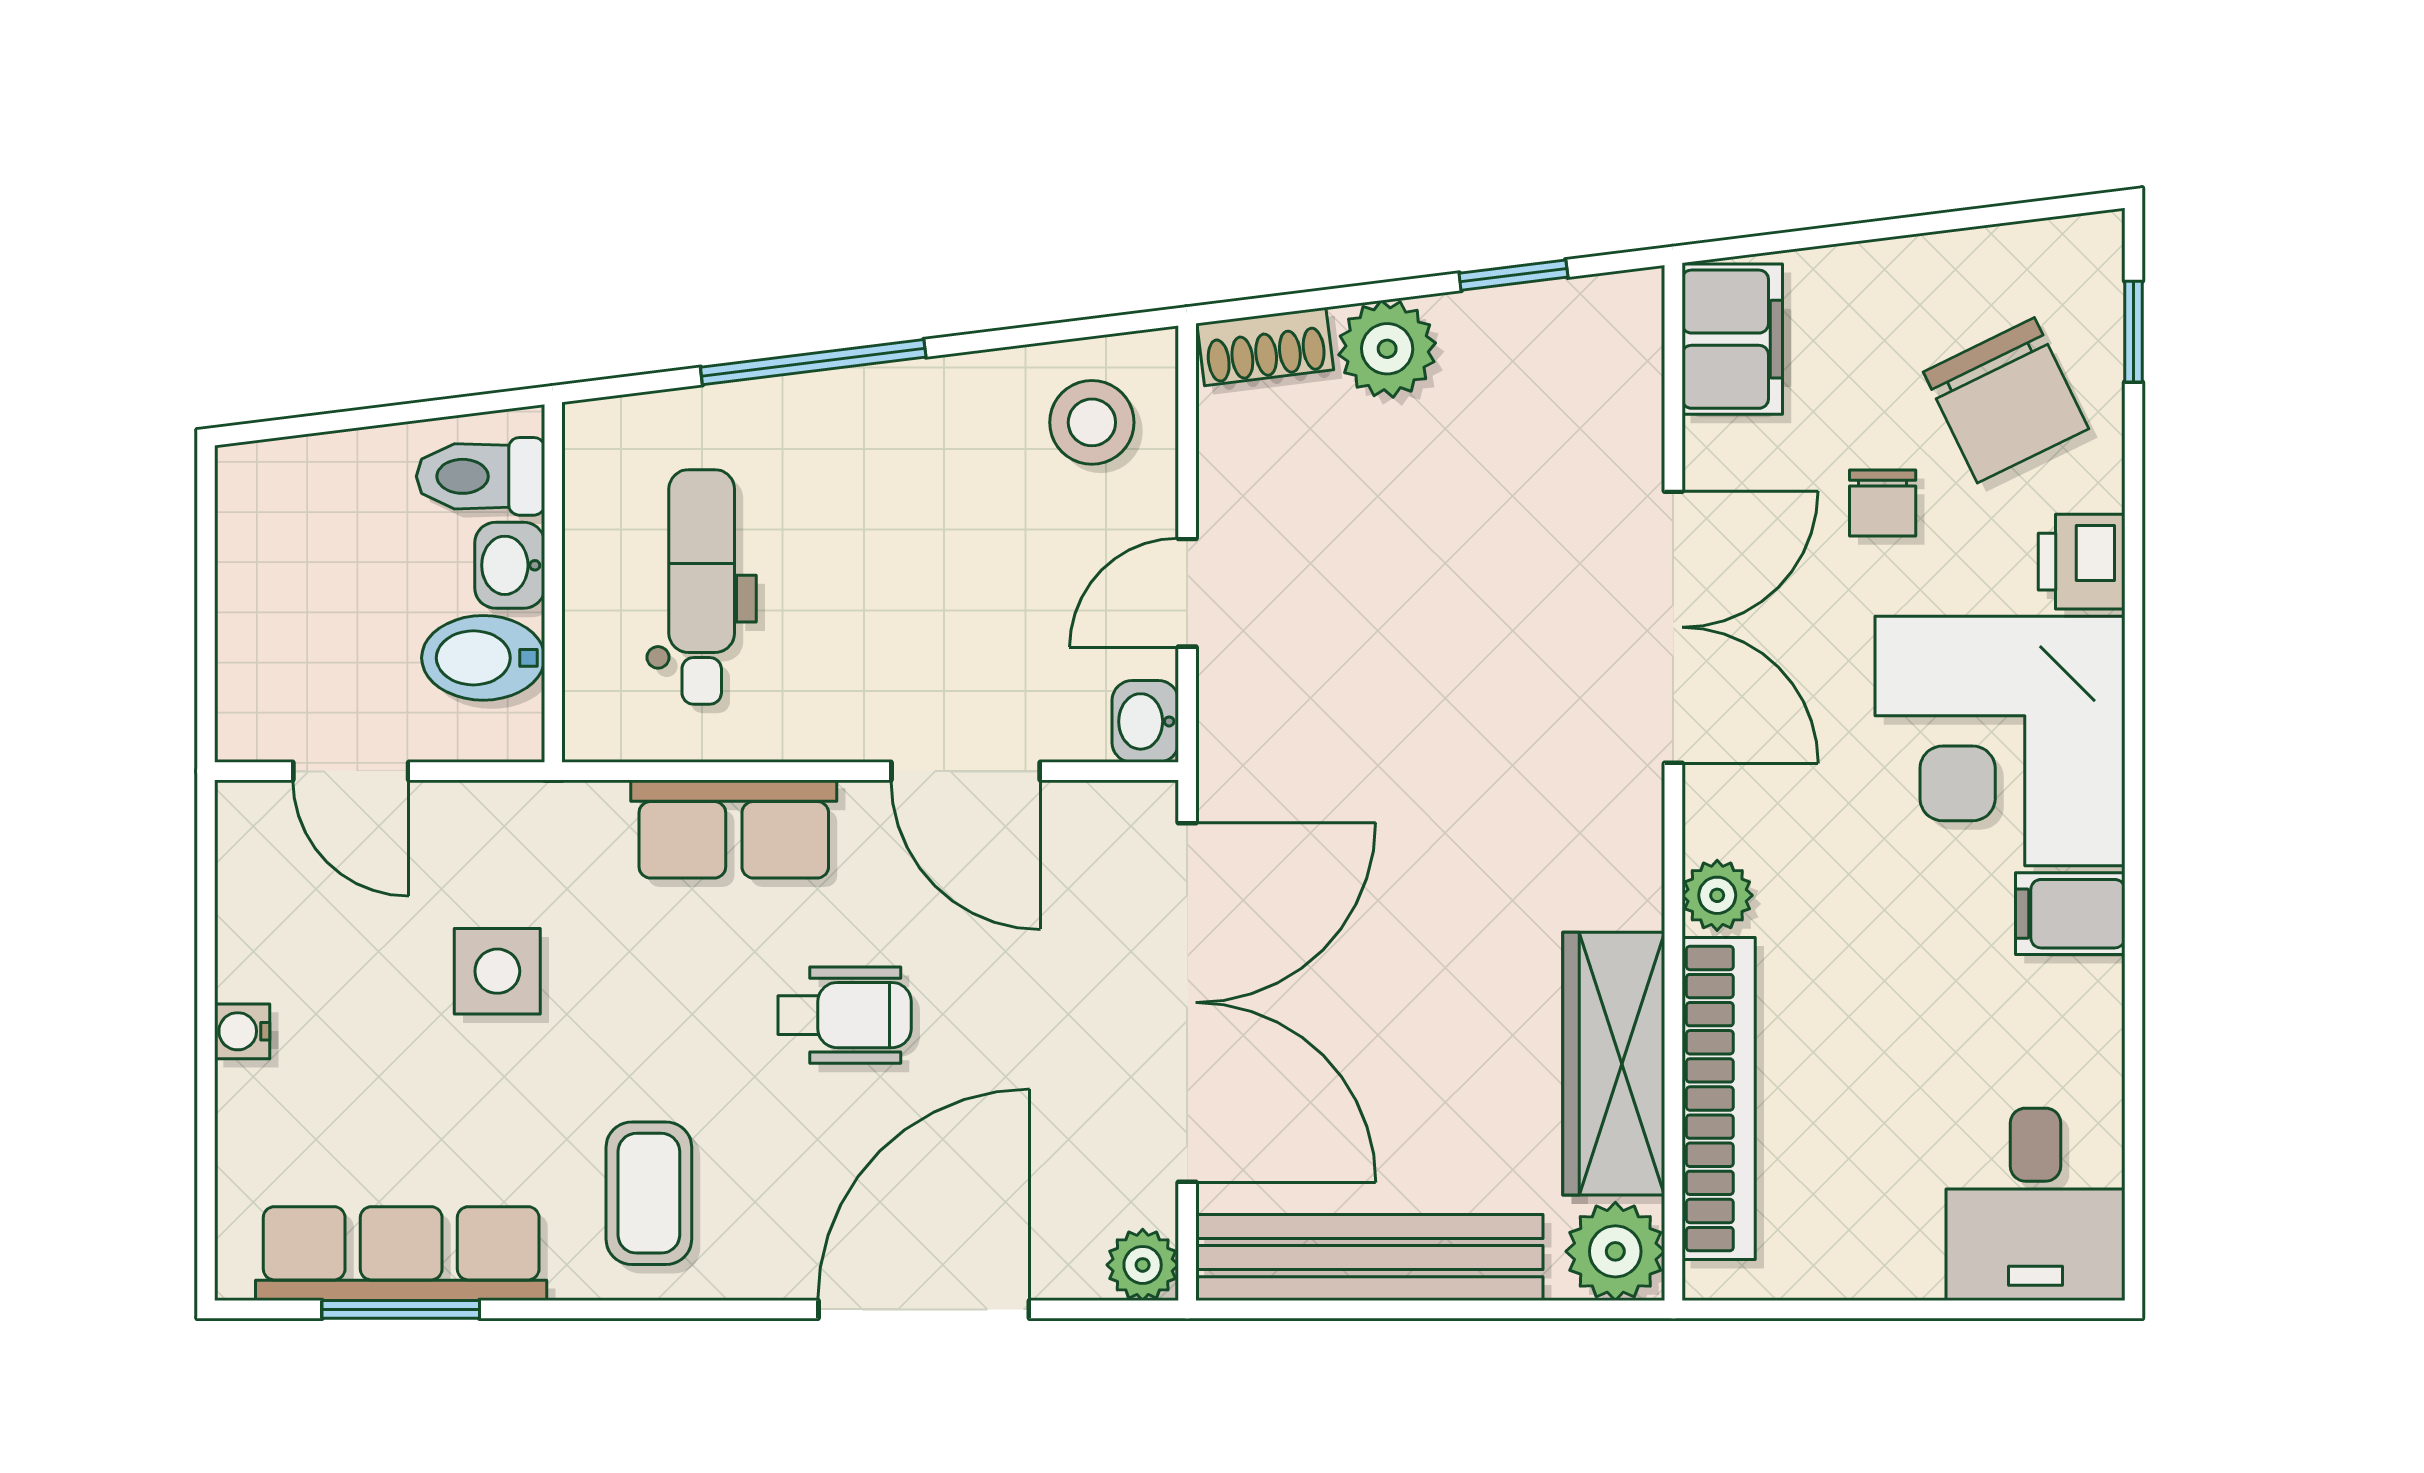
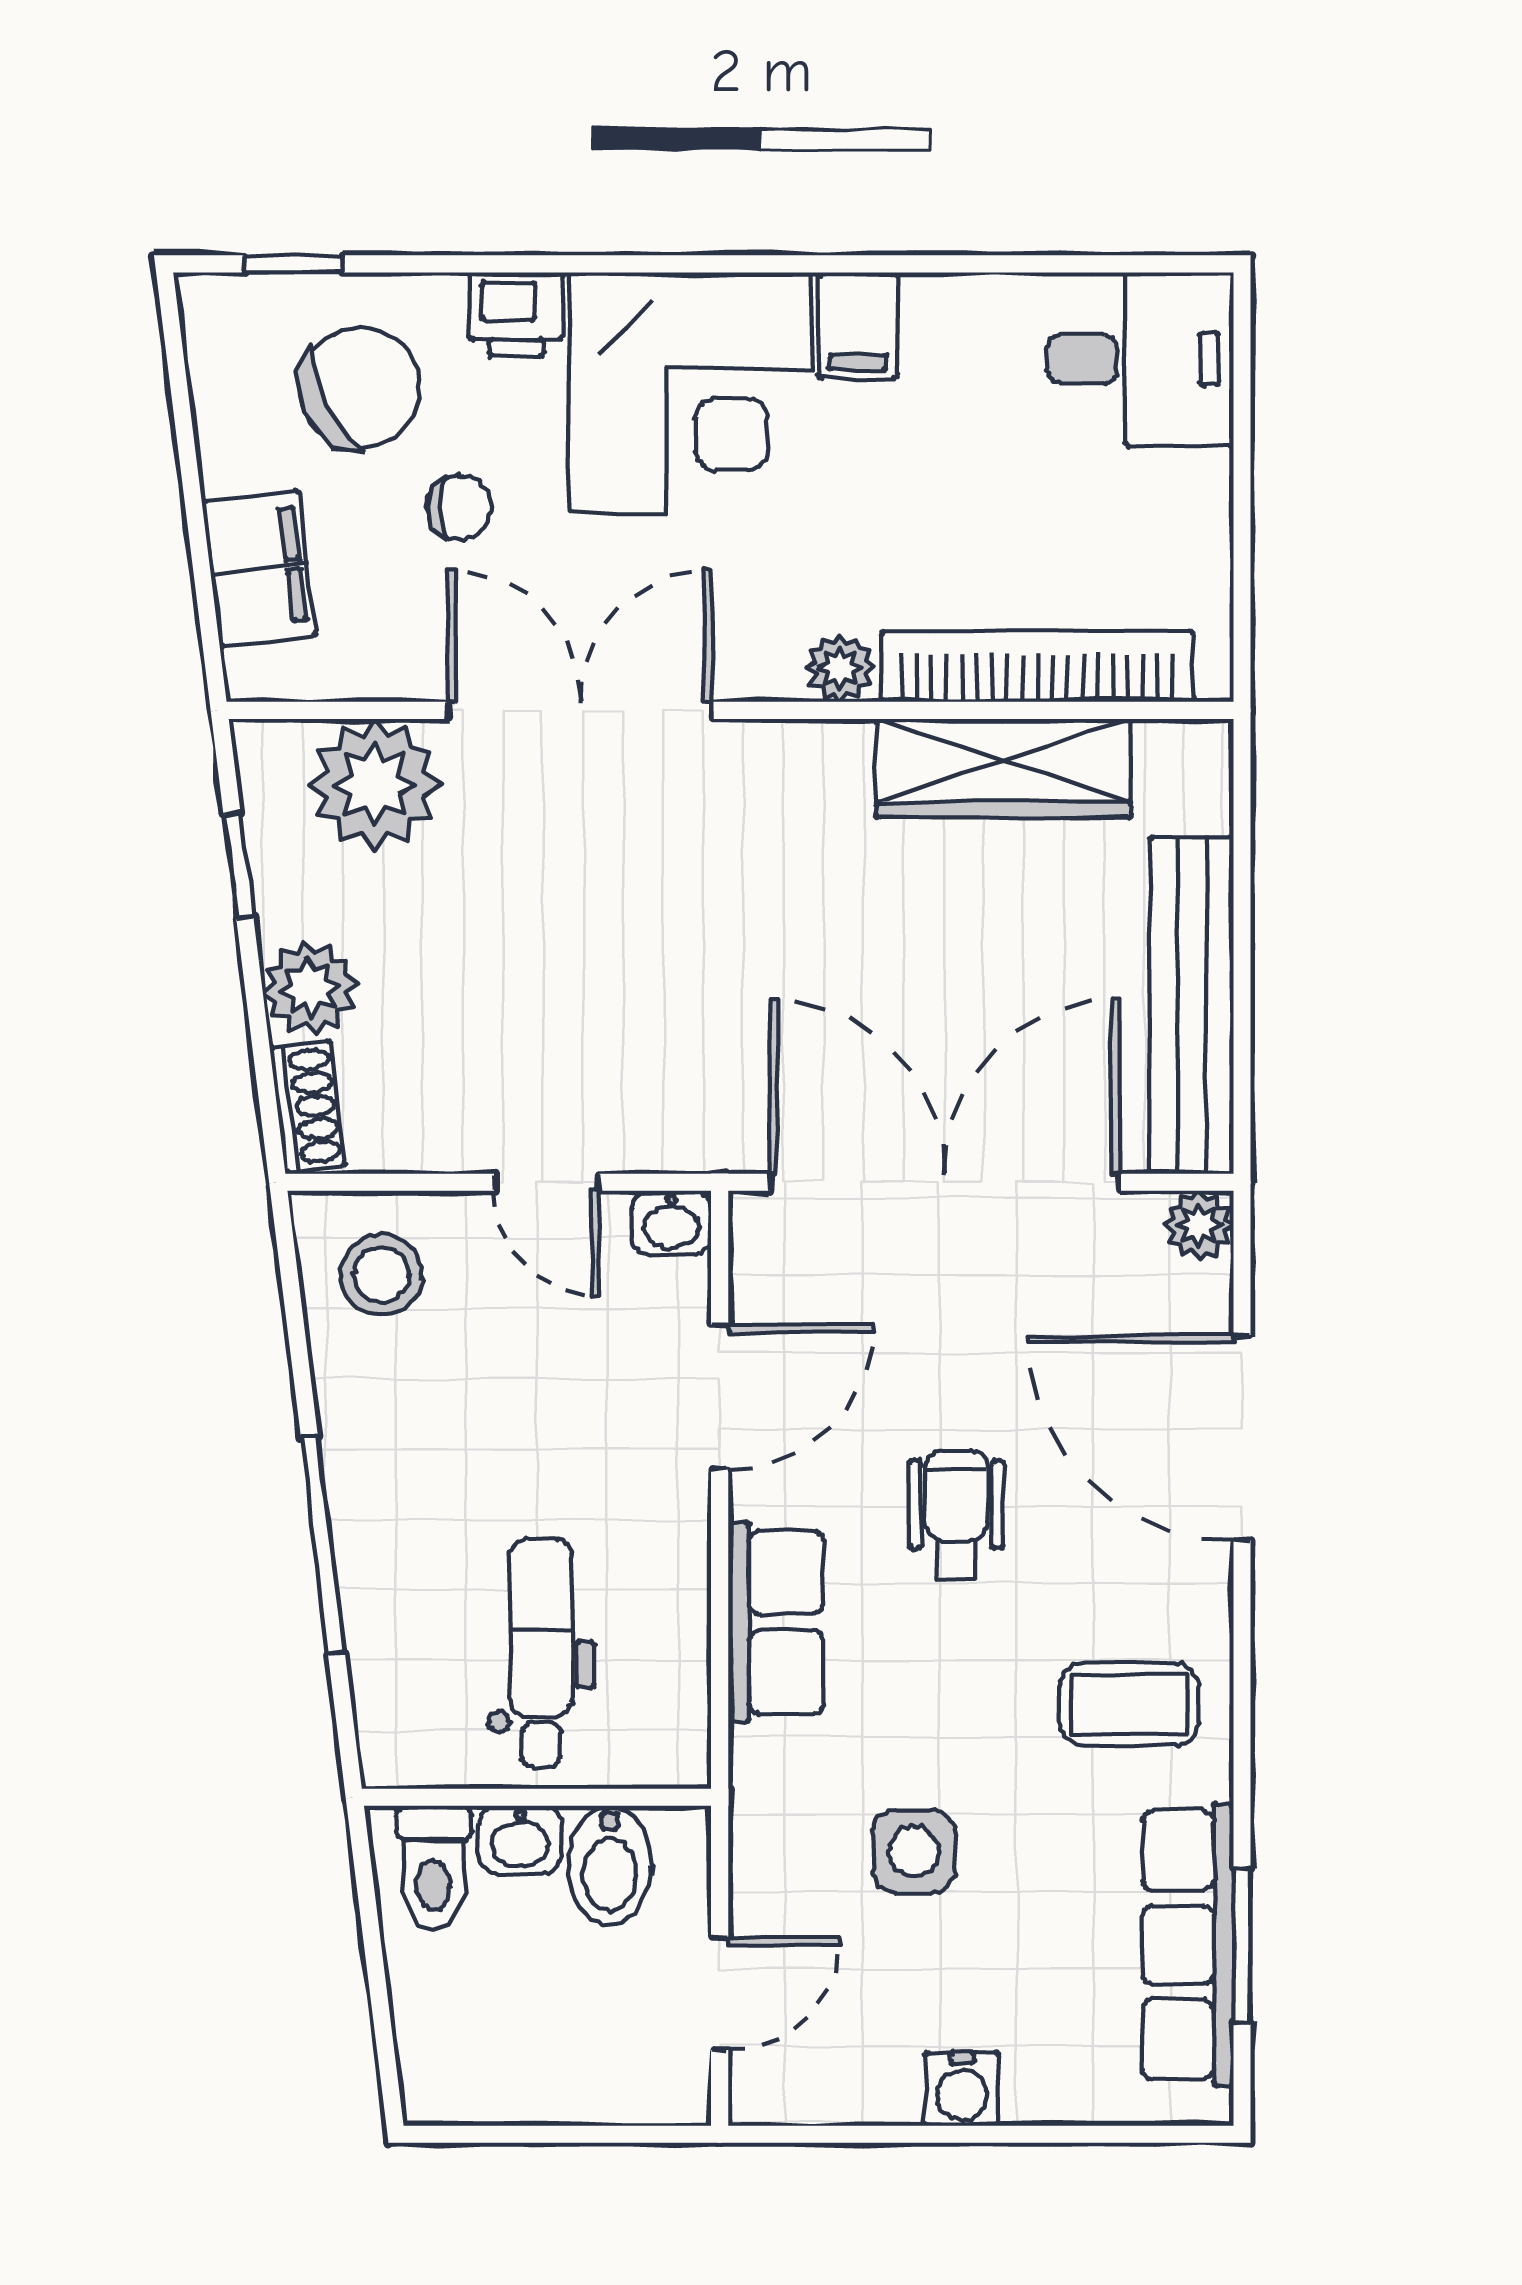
filing cabinet: (1732, 339) -> (259, 568), moved, turned 83
dental chair: (702, 587) -> (541, 1653), turned 90
water cooler: (242, 1031) -> (962, 2089), width x1.38, depth x1.38
plant: (1615, 1251) -> (375, 784), moved, width x1.36, depth x1.36

